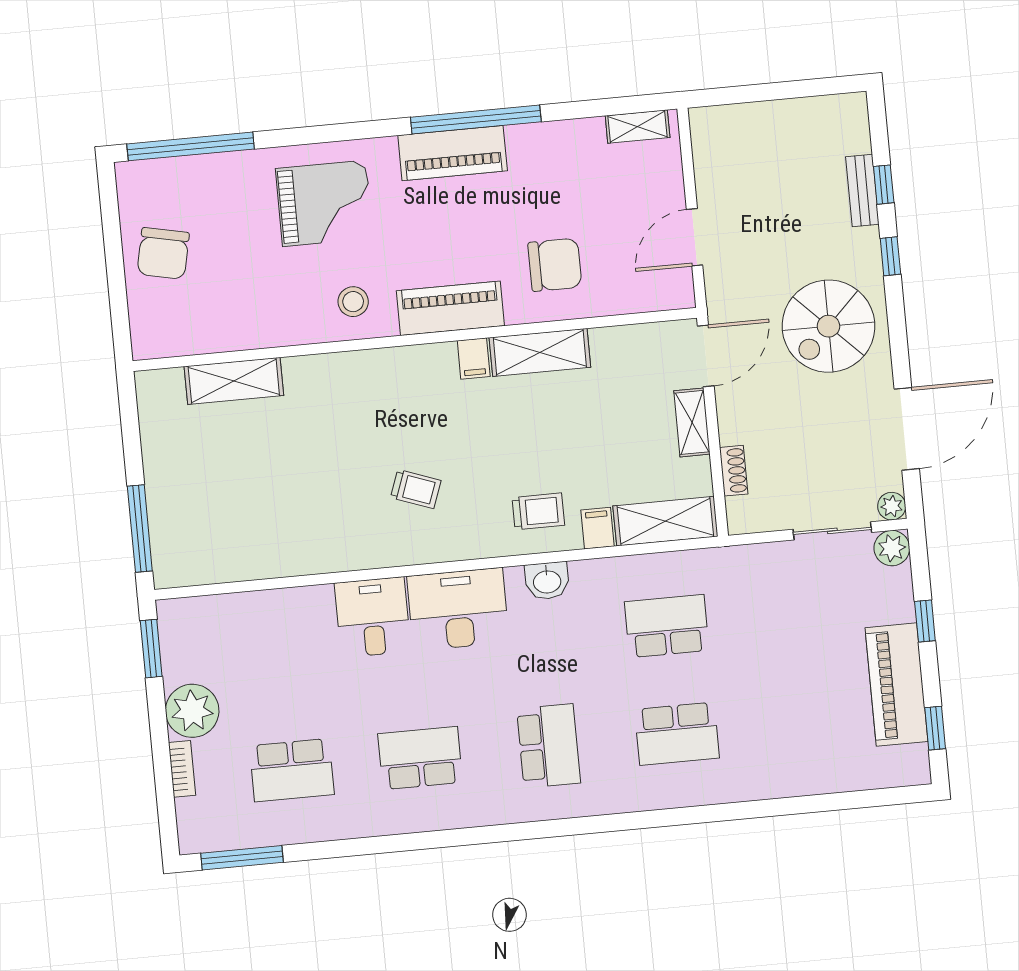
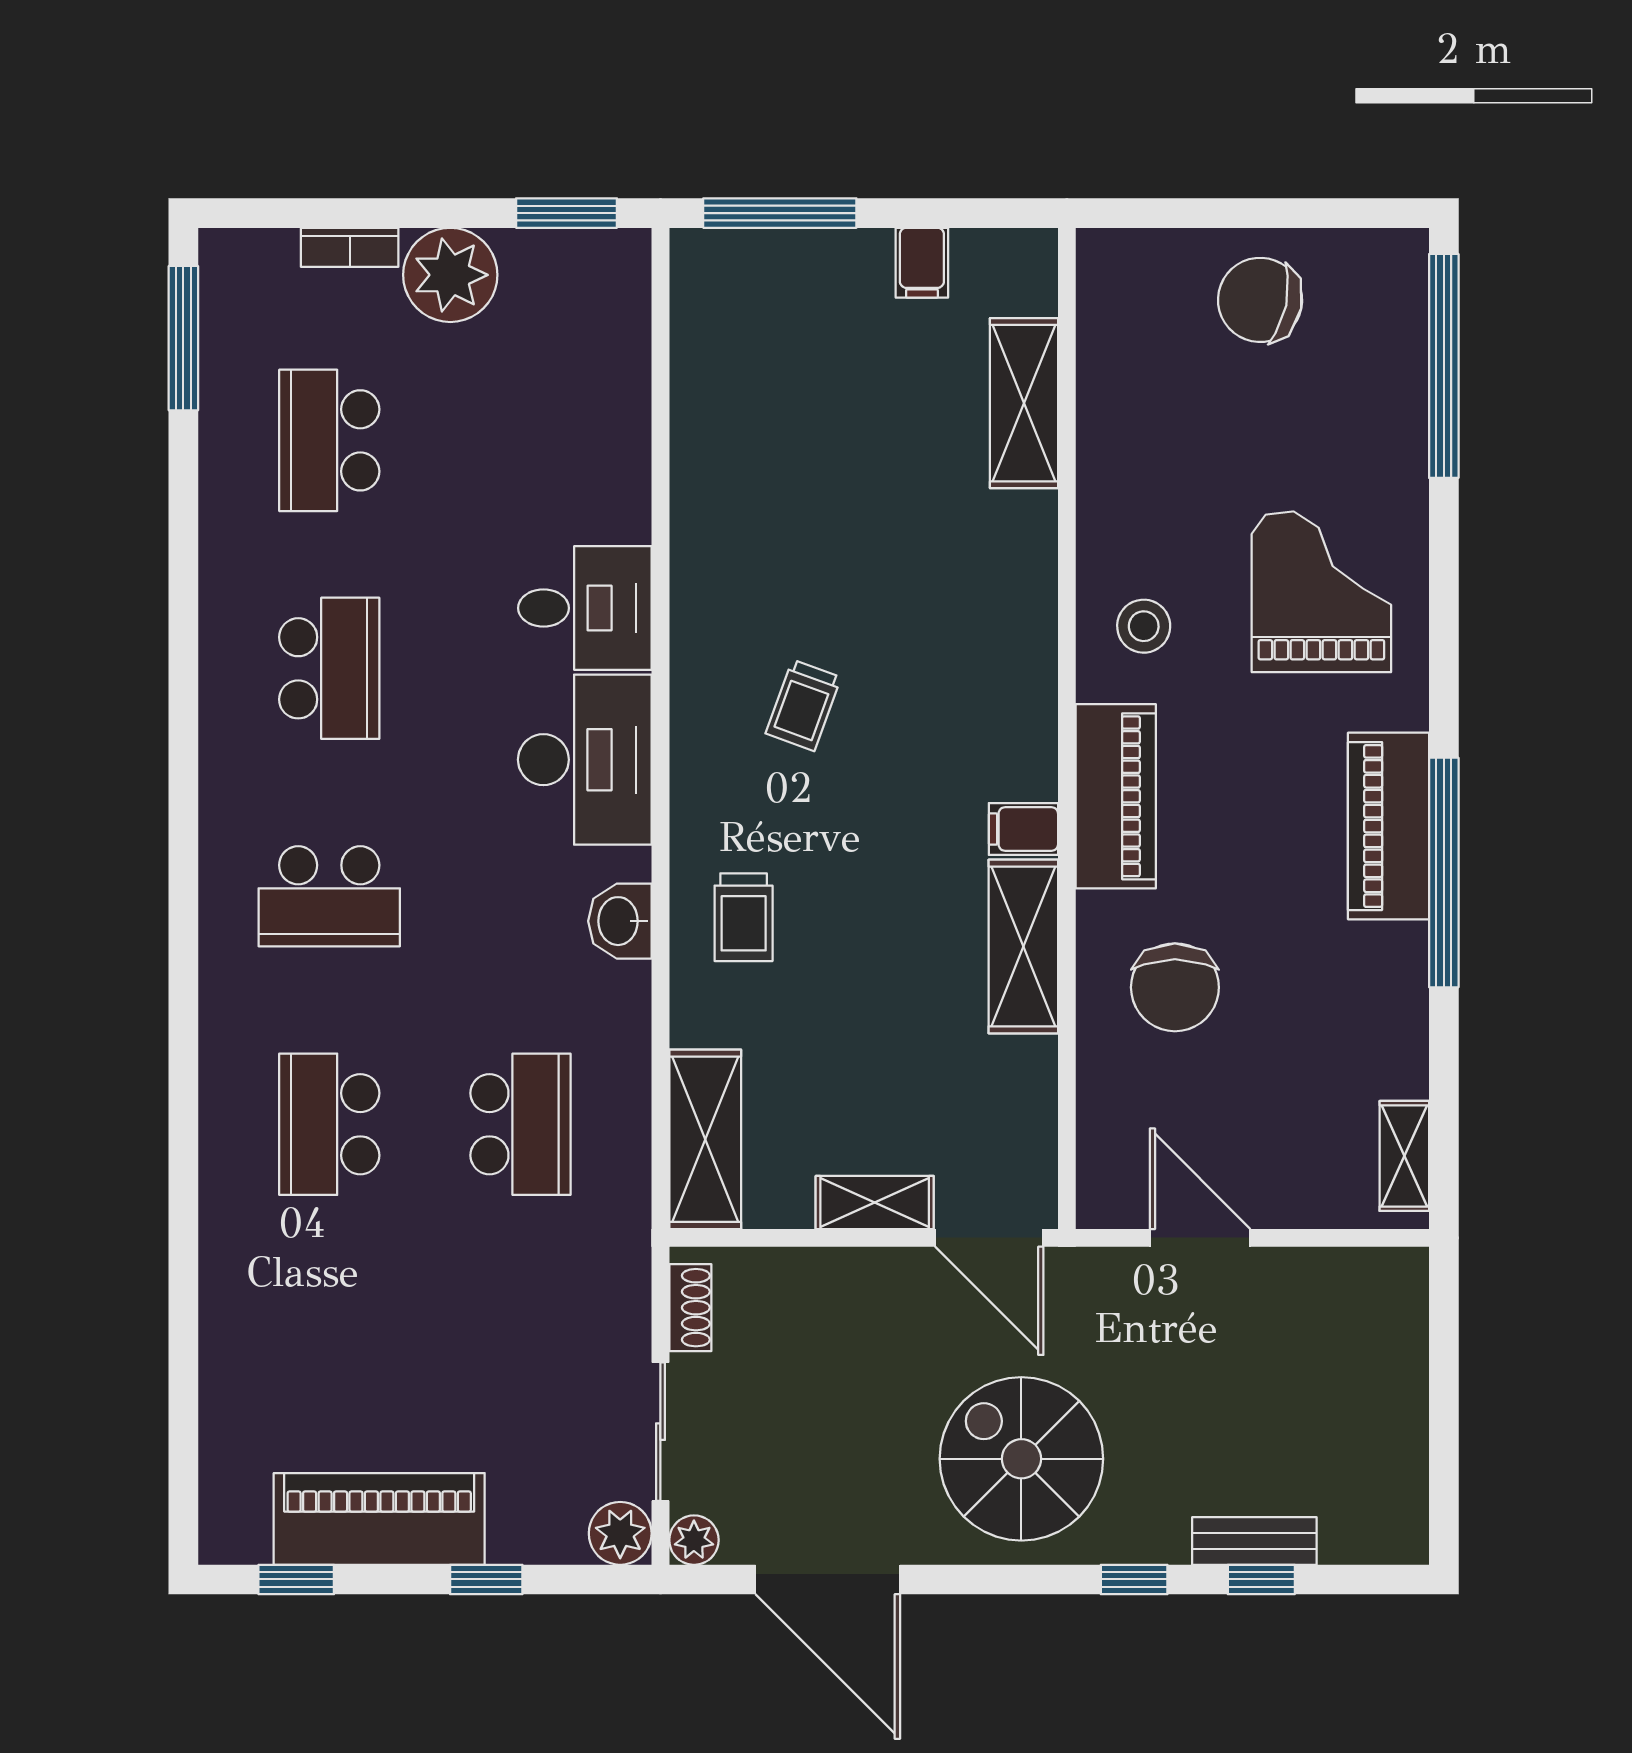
grand piano: (324, 203) -> (1321, 592), turned 180
shoe rack: (734, 471) -> (690, 1308), moved, turned -90
filing cabinet: (597, 528) -> (922, 263), moved, turned 90

